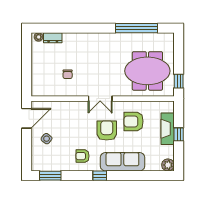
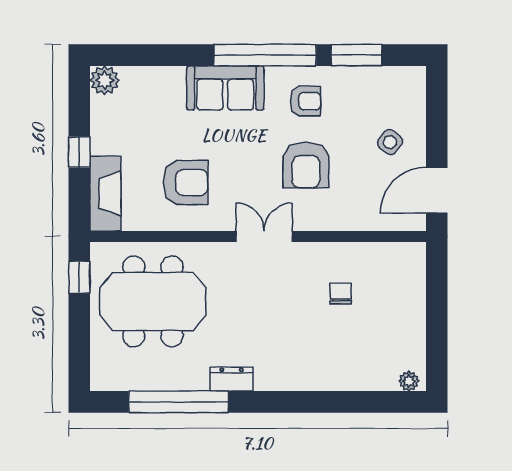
dresser: (53, 38) -> (232, 379), moved
fireplace: (168, 129) -> (105, 194), moved
armchair: (107, 130) -> (306, 165), moved
sofa: (122, 162) -> (225, 88), width x0.73
window: (50, 176) -> (357, 55), moved
window: (100, 176) -> (265, 55), width x3.17

